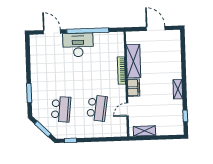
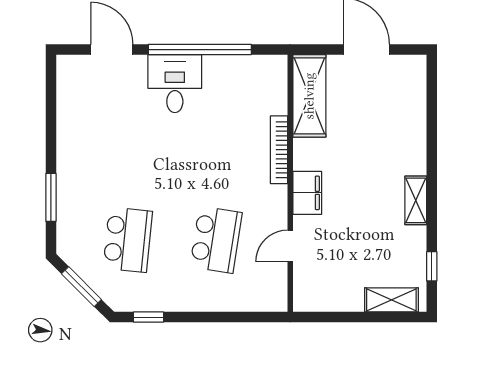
desk: (78, 45) -> (175, 84), width x0.73
shelving: (133, 61) -> (309, 96), moved
shelving: (144, 131) -> (391, 300), moved

